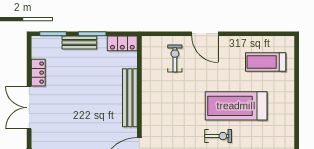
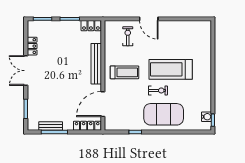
bench: (79, 43) -> (61, 25), removed
treadmill: (266, 62) -> (124, 72), moved, turned 180

